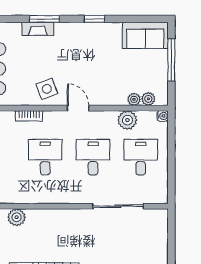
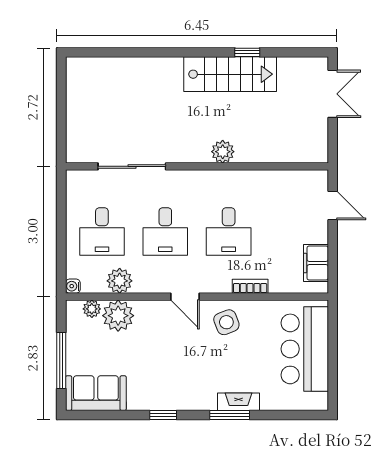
plant: (134, 99) -> (118, 316), width x1.88, depth x1.88
plant: (17, 217) -> (223, 152), moved

